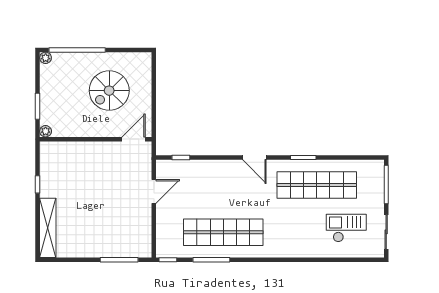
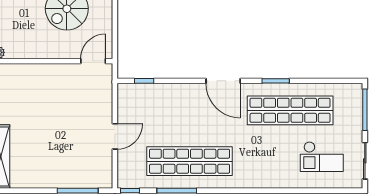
door: (254, 158) -> (223, 81), width x1.36
door: (154, 191) -> (115, 136), moved
checkout: (346, 228) -> (322, 157), turned 180

